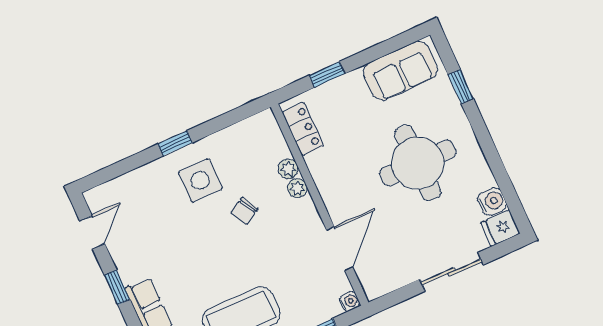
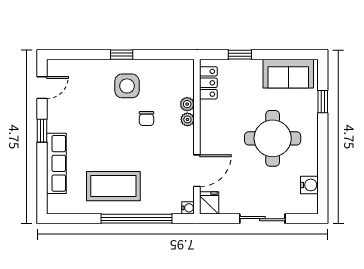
chair: (244, 211) -> (146, 118), turned -61
fridge: (500, 228) -> (209, 203), moved, turned 90

